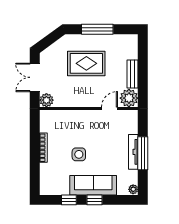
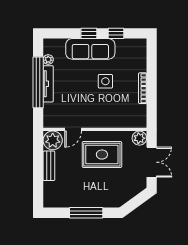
rug: (86, 63) -> (102, 155), moved
window: (143, 153) -> (38, 82), width x1.46
plant: (133, 189) -> (48, 60), moved

